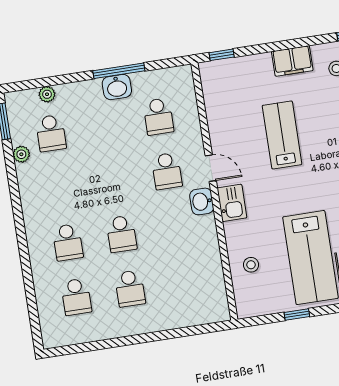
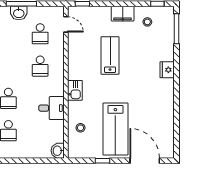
door: (211, 168) -> (66, 24), moved
washbasin: (202, 201) -> (58, 151), moved
desk: (197, 239) -> (51, 108), added

